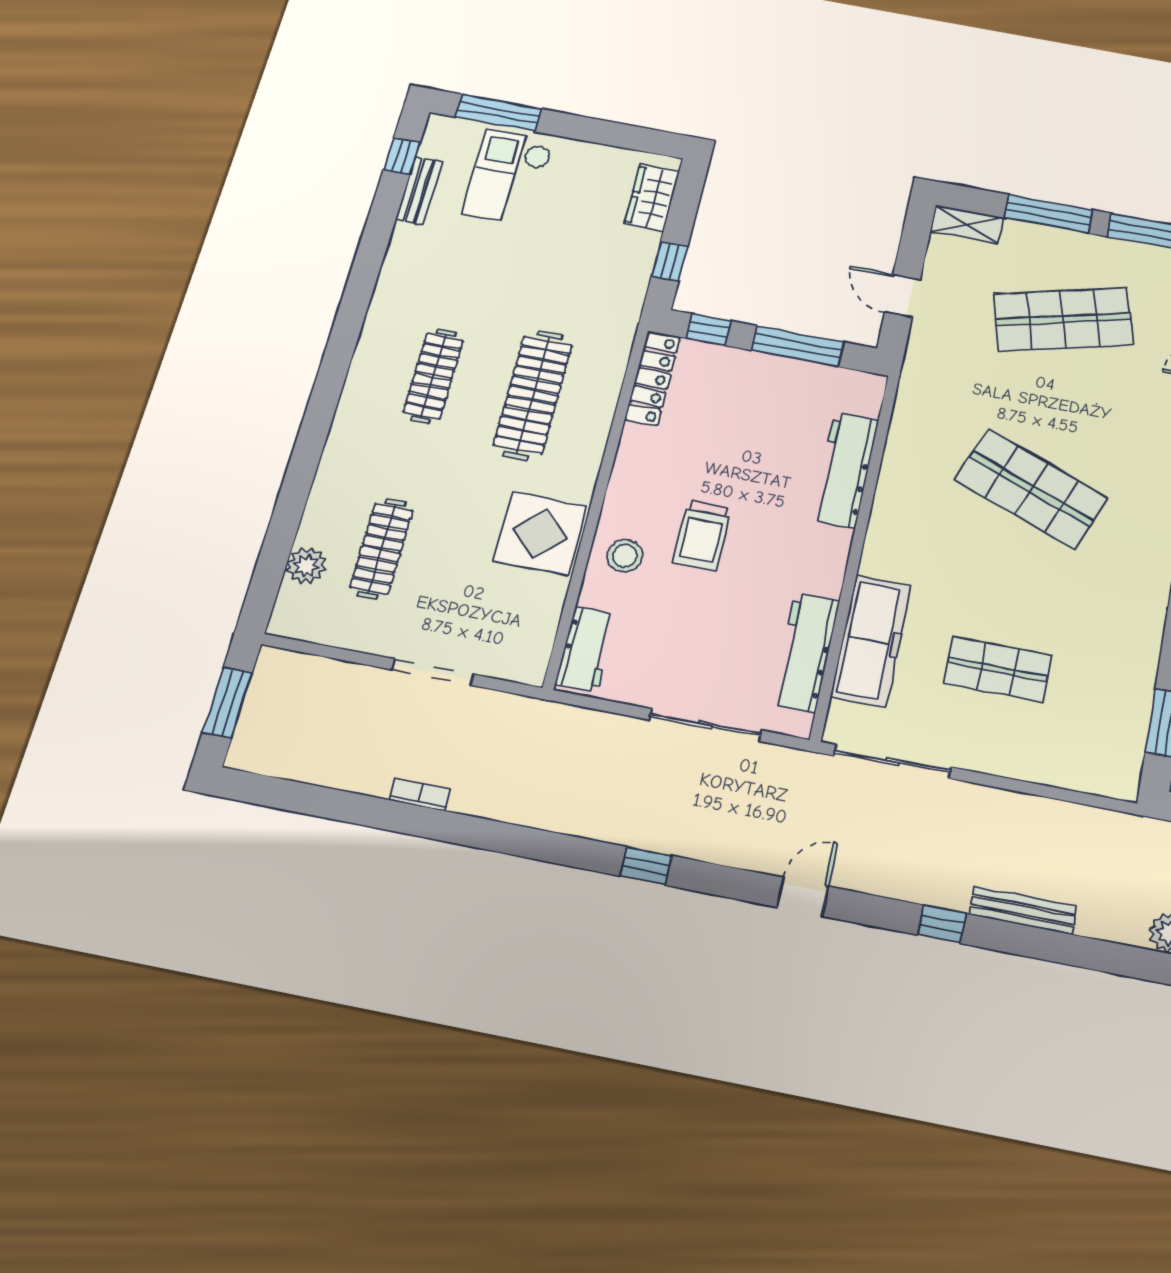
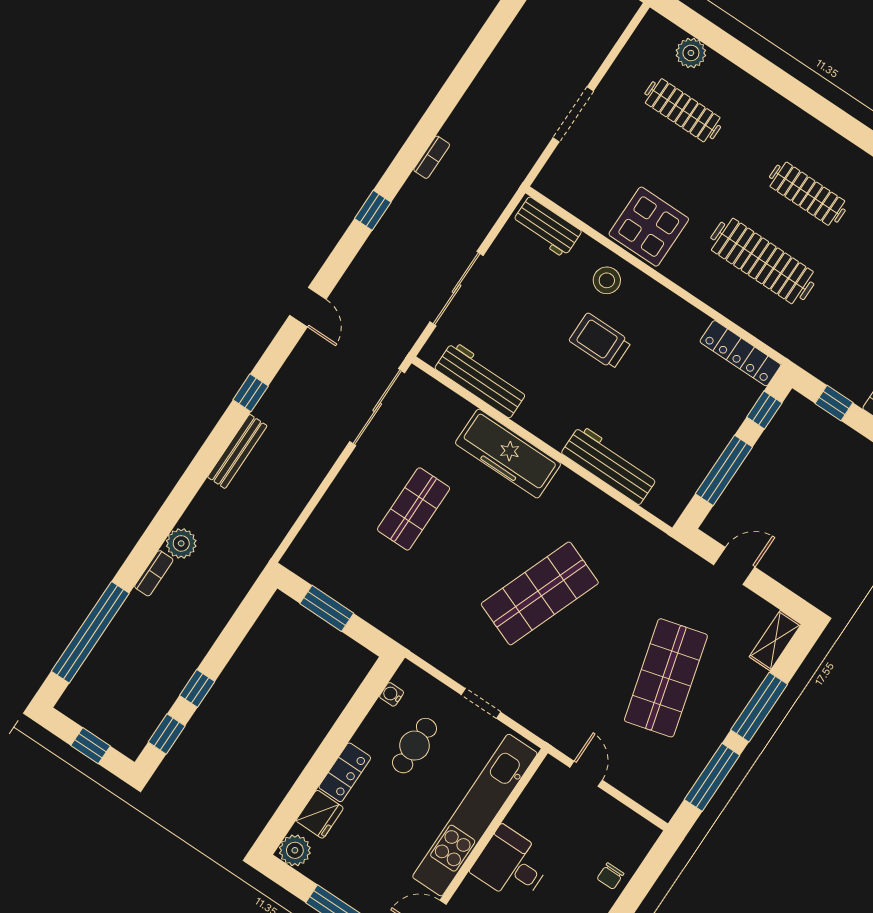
freezer: (871, 640) -> (508, 454), moved
bookcase: (420, 795) -> (432, 157), moved

